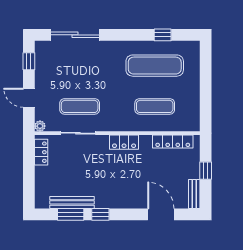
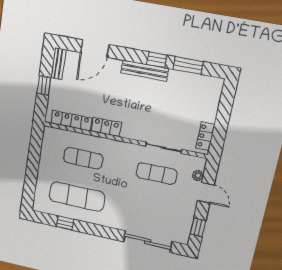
plant: (40, 126) -> (198, 176), moved
locker: (124, 142) -> (106, 127), moved
bench: (72, 202) -> (145, 71), moved
door: (161, 214) -> (95, 49), hinge flipped

